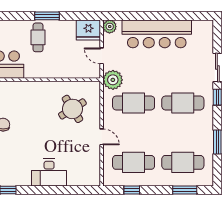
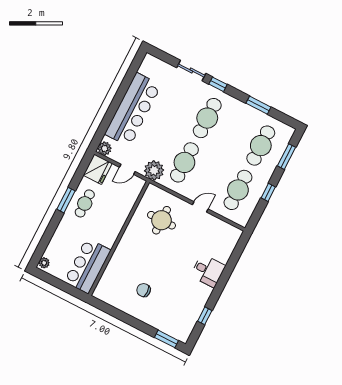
cafe table: (38, 37) -> (85, 203), moved, turned 90
round table: (72, 109) -> (161, 220), turned 32
desk: (49, 172) -> (208, 271), width x0.73
window: (132, 190) -> (268, 192), moved

